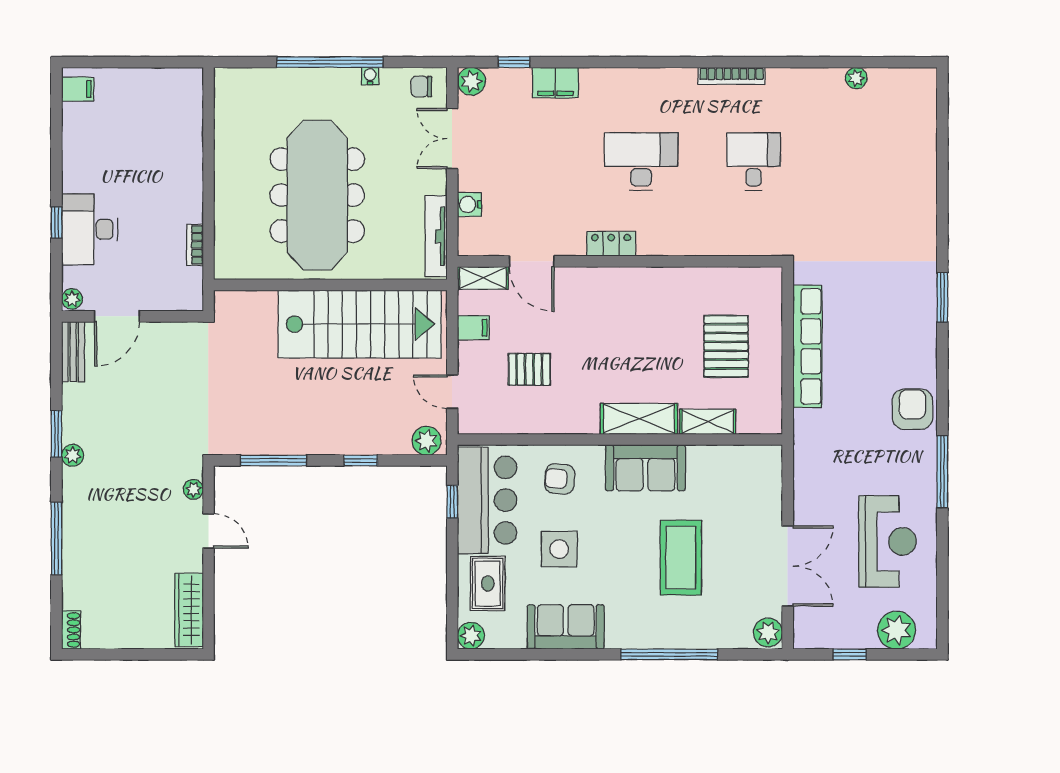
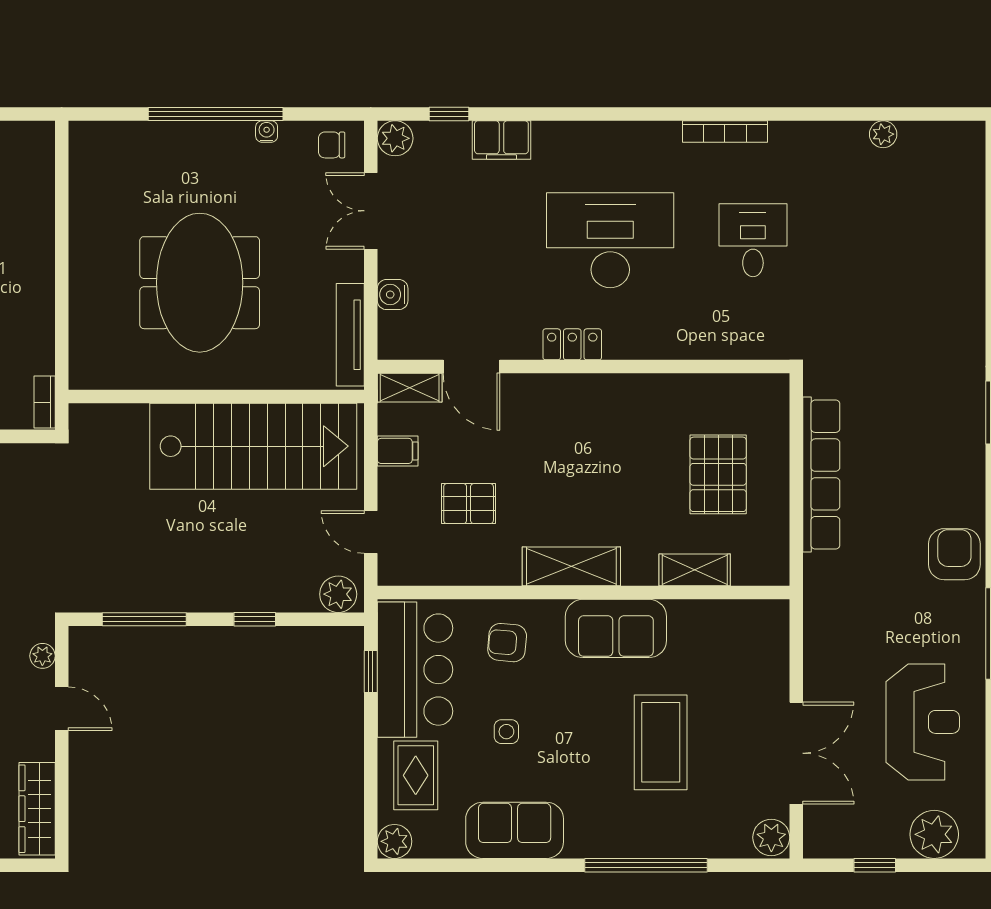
desk: (641, 162) -> (610, 240), width x1.36, depth x1.30
meeting table: (317, 195) -> (200, 283), width x0.73
bookcase: (195, 245) -> (45, 402), moved
shelving: (639, 419) -> (571, 566), moved
side table: (559, 549) -> (506, 732), width x0.54, depth x0.54

